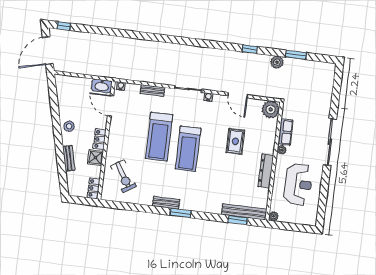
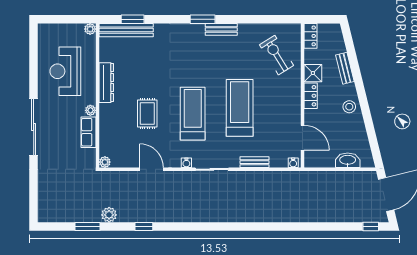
washbasin: (102, 86) -> (348, 160), moved
plant: (271, 109) -> (105, 162), width x0.53, depth x0.53
treadmill: (188, 149) -> (193, 114), moved

